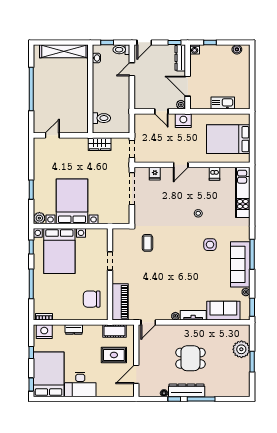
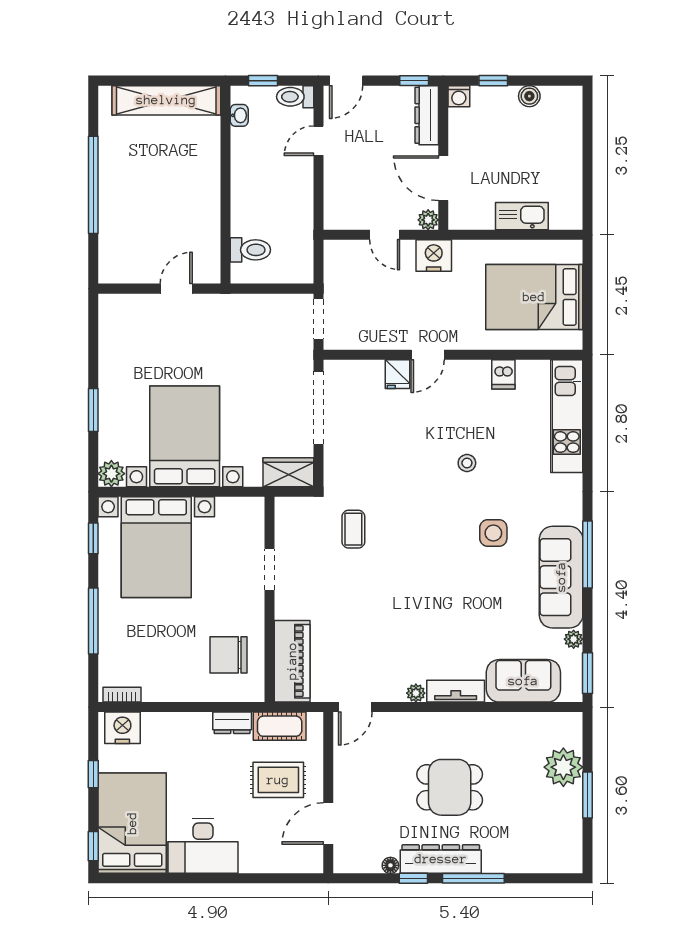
boiler: (237, 49) -> (529, 96), moved
door: (52, 135) -> (176, 289), moved
wardrobe: (100, 144) -> (288, 472), moved, turned 180
fridge: (155, 174) -> (398, 374), moved
dresser: (74, 329) -> (232, 723), moved

